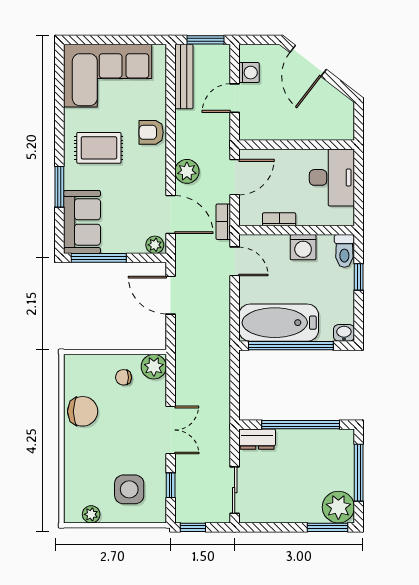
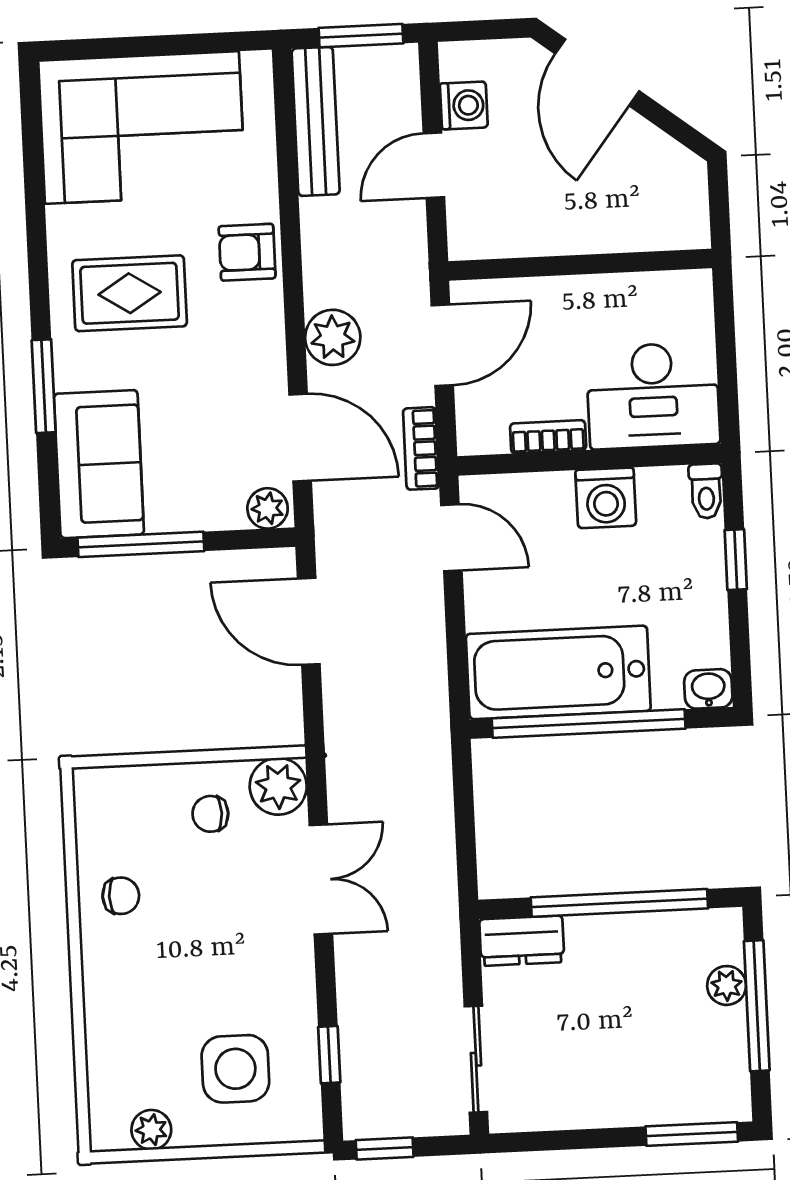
desk: (332, 177) -> (653, 396), moved, turned 90
toilet: (344, 251) -> (706, 491), width x0.73, depth x0.72
chair: (83, 411) -> (121, 896), width x0.54, depth x0.54
double door: (171, 430) -> (321, 879), moved
plant: (338, 507) -> (727, 985), moved, width x0.53, depth x0.53

